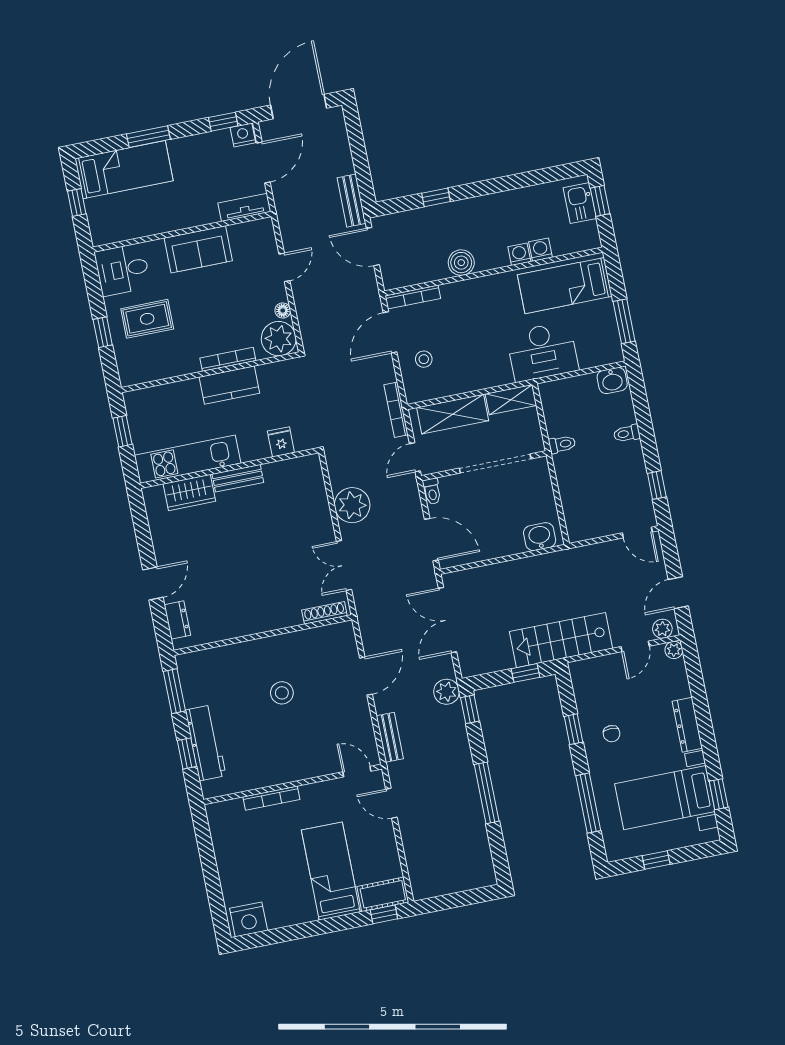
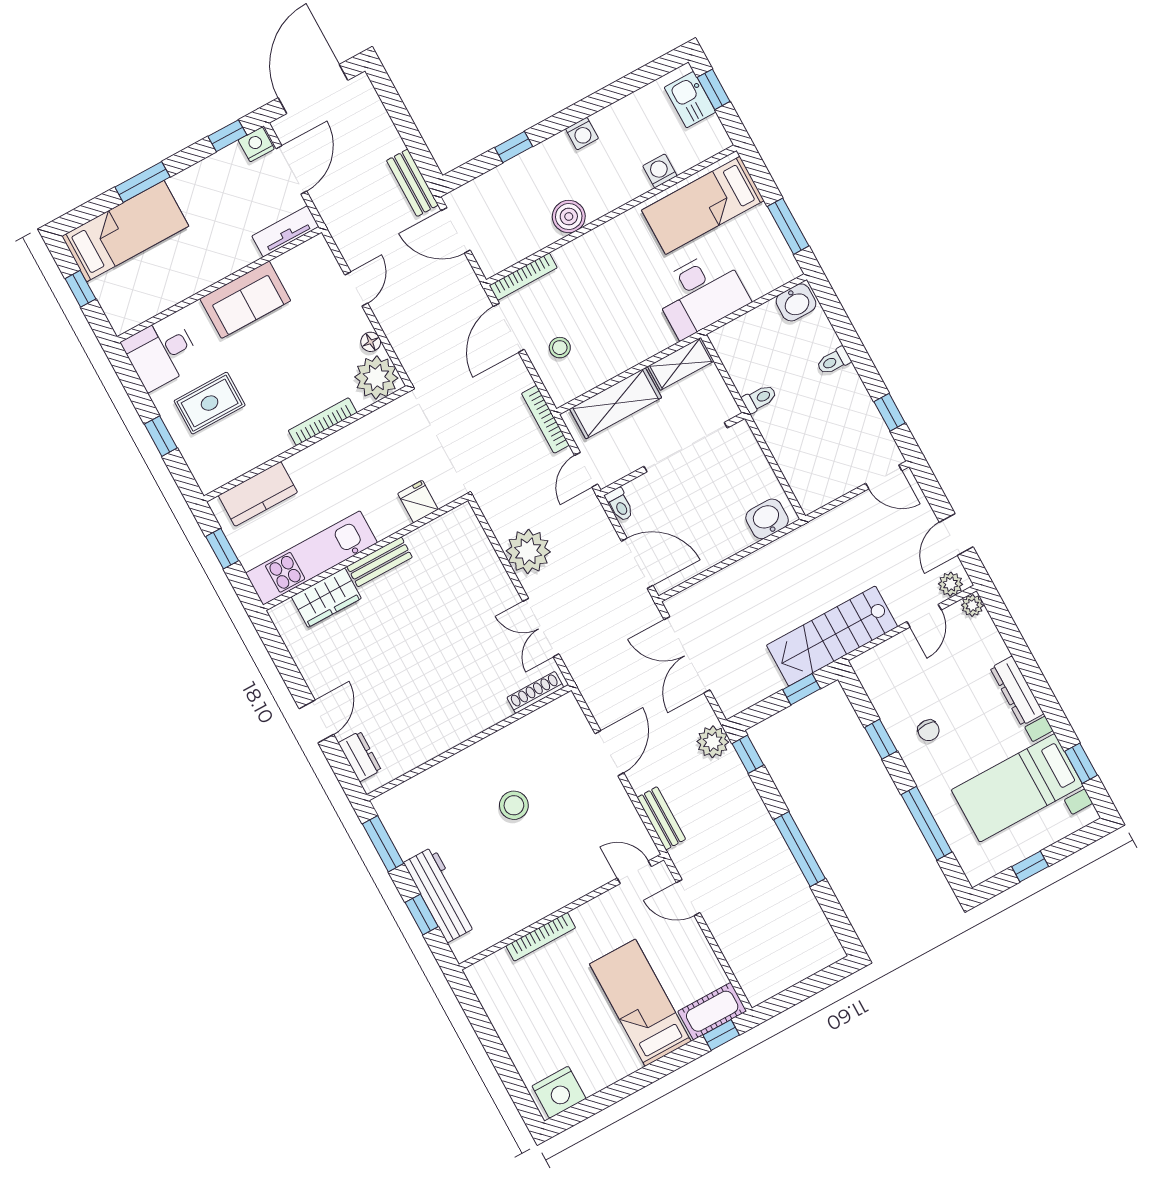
washing machine: (519, 254) -> (582, 134), moved, turned 180
kitchen counter: (229, 385) -> (258, 494), moved

